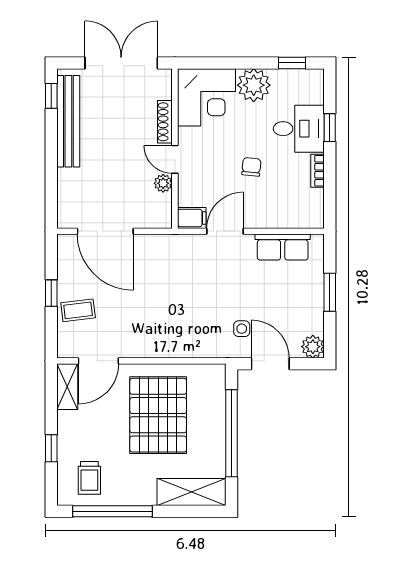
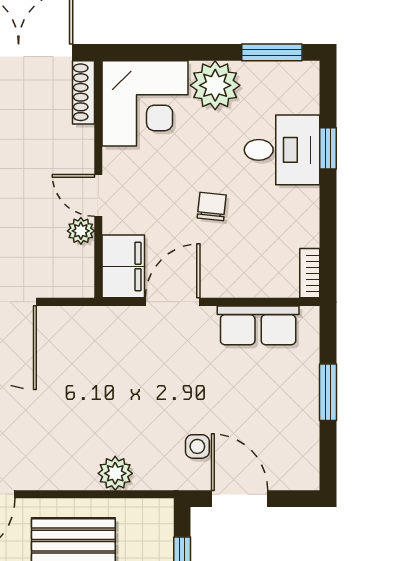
window: (292, 63) -> (272, 52), width x1.50
shoe rack: (165, 122) -> (83, 92), moved
bookcase: (318, 171) -> (310, 273), moved
filing cabinet: (192, 218) -> (123, 266), width x2.00
plant: (313, 347) -> (115, 473), moved

